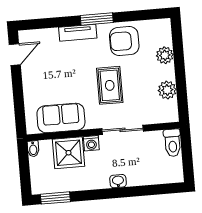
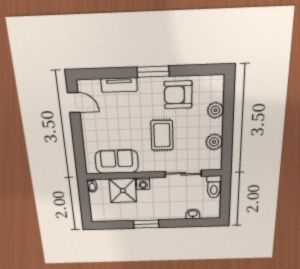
tv unit: (78, 33) -> (119, 85), moved
door: (15, 55) -> (74, 103), hinge flipped
sliding door: (123, 130) -> (183, 174), moved
washbasin: (118, 181) -> (193, 214), moved
window: (55, 198) -> (146, 224), moved

